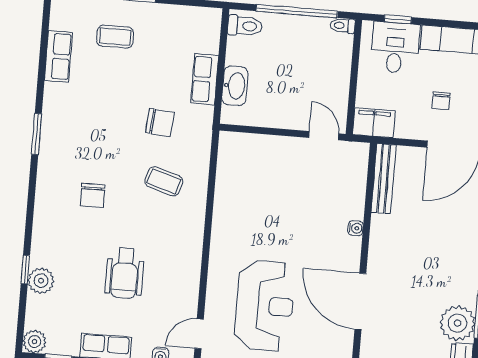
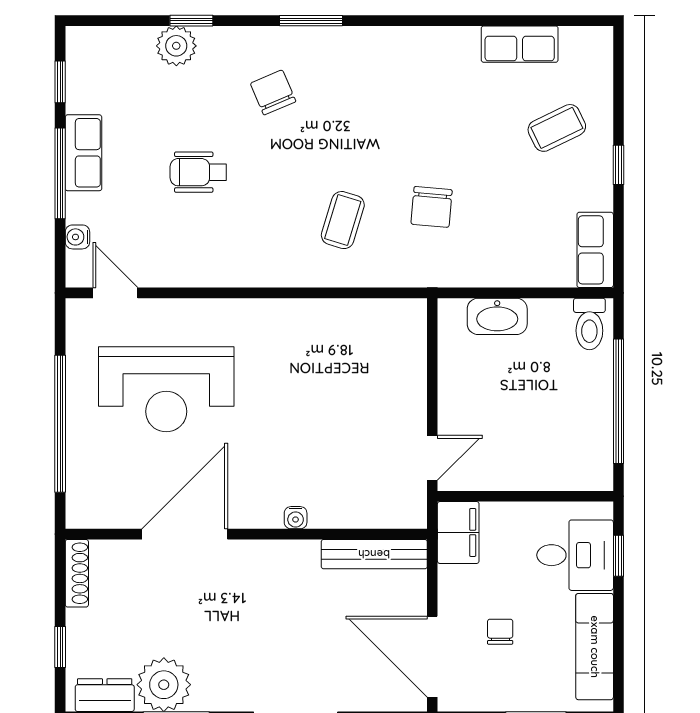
toilet: (343, 26) -> (602, 473), removed
coffee table: (115, 37) -> (557, 128), turned 64
row of seats: (205, 79) -> (595, 250), moved, turned -90
chair: (441, 101) -> (500, 632), turned 90
window: (37, 134) -> (311, 21), moved
chair: (93, 195) -> (273, 92), moved, turned 67
wheelchair: (125, 273) -> (198, 172), width x0.73, depth x0.73
plant: (34, 342) -> (83, 43), removed

